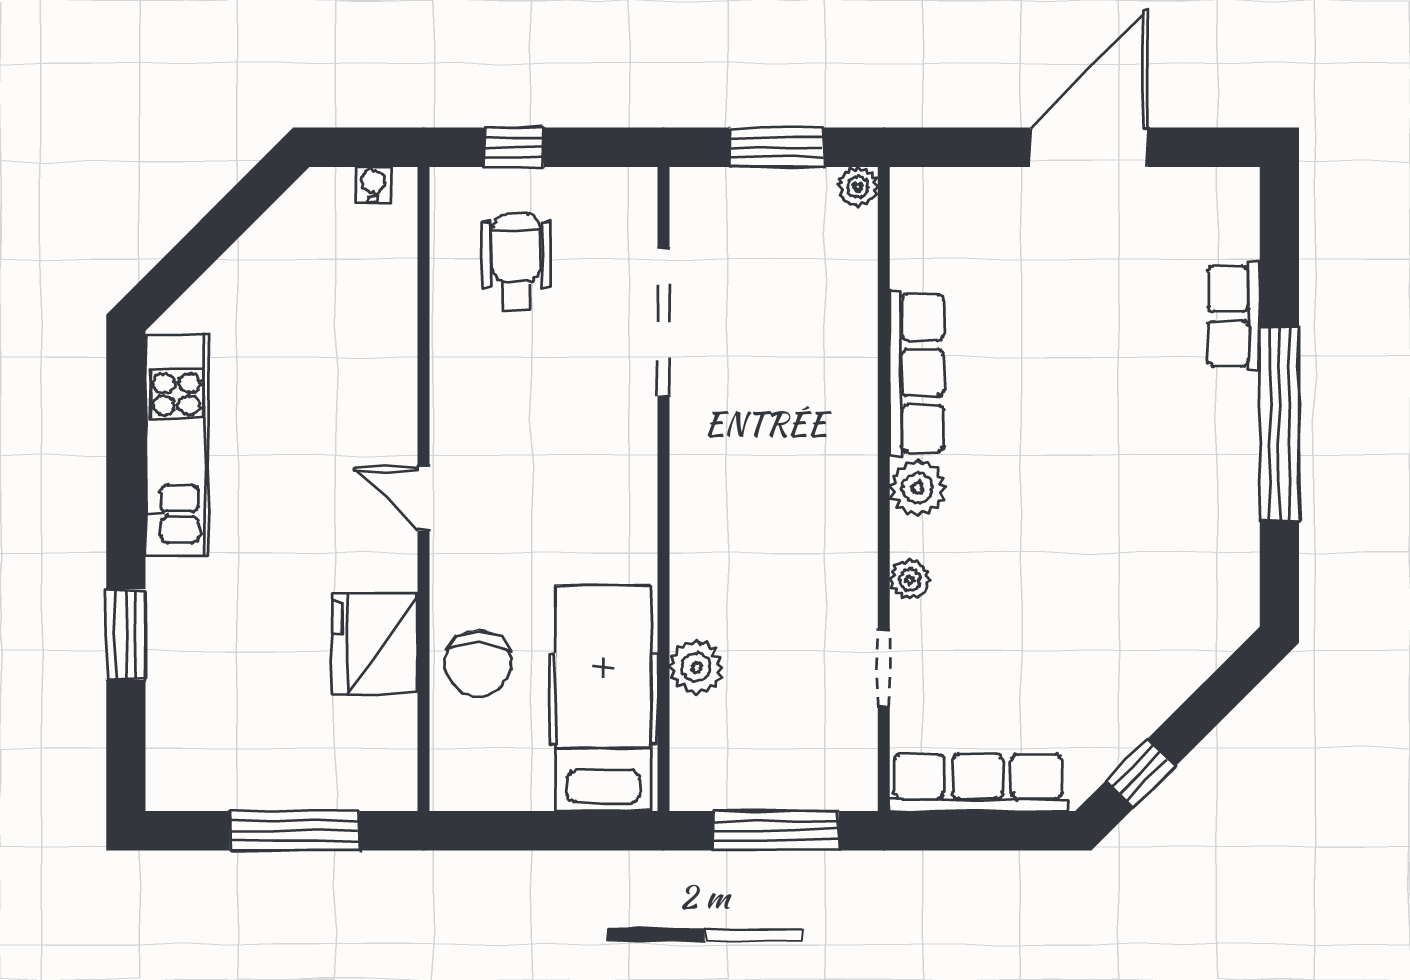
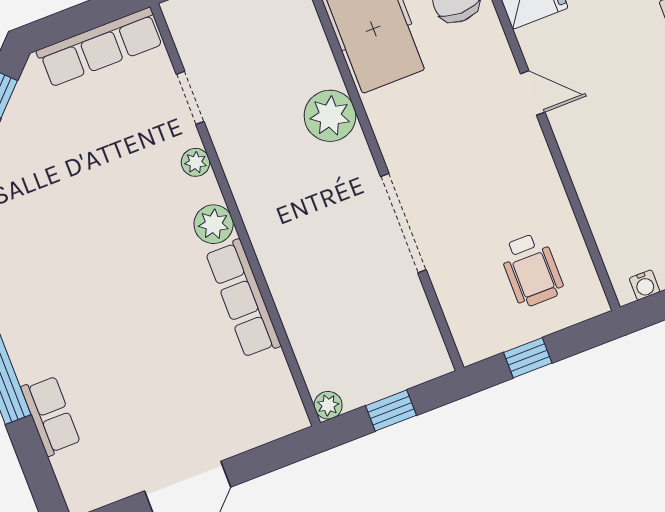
window: (514, 147) -> (528, 358), moved
window: (777, 147) -> (391, 410), width x0.67
doorway: (663, 322) -> (403, 223), moved
plant: (696, 667) -> (330, 116), moved, width x1.36, depth x1.36

